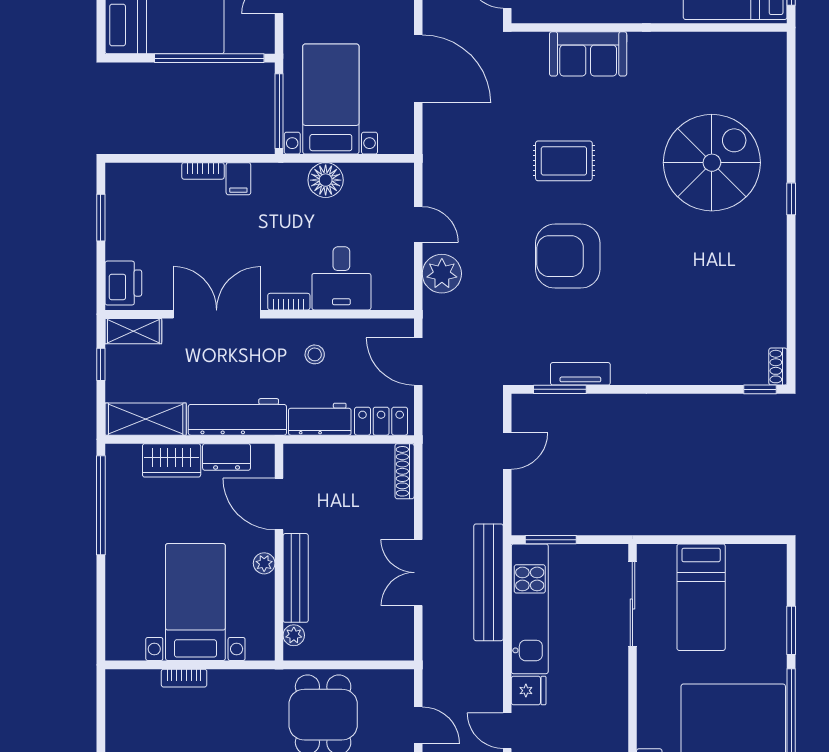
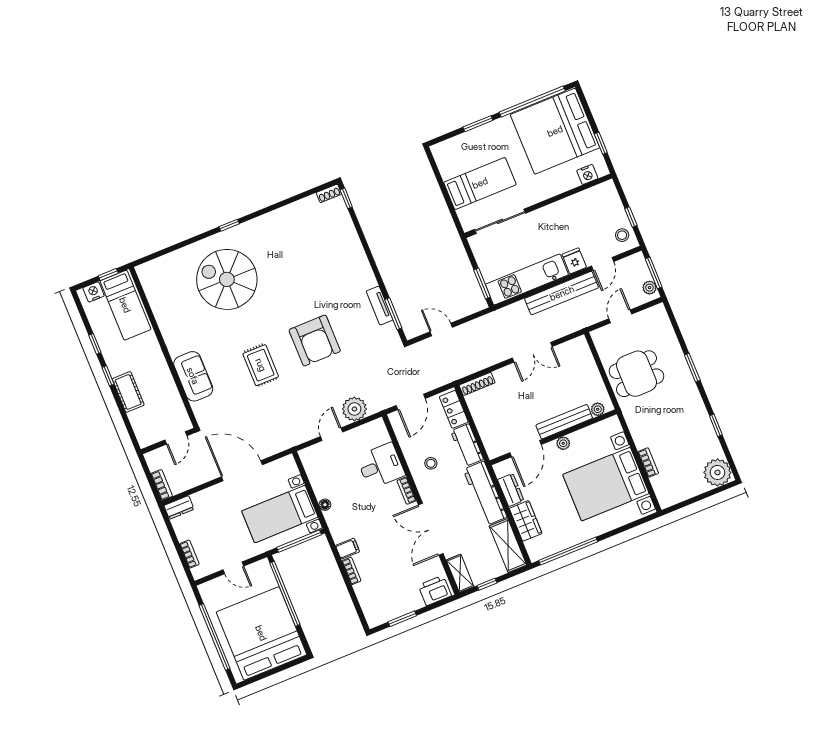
door: (418, 69) -> (242, 471), hinge flipped
floor lamp: (326, 180) -> (325, 505), width x0.53, depth x0.53
bench: (489, 582) -> (562, 293), moved
bed with nightstands: (195, 602) -> (606, 484), width x1.36

